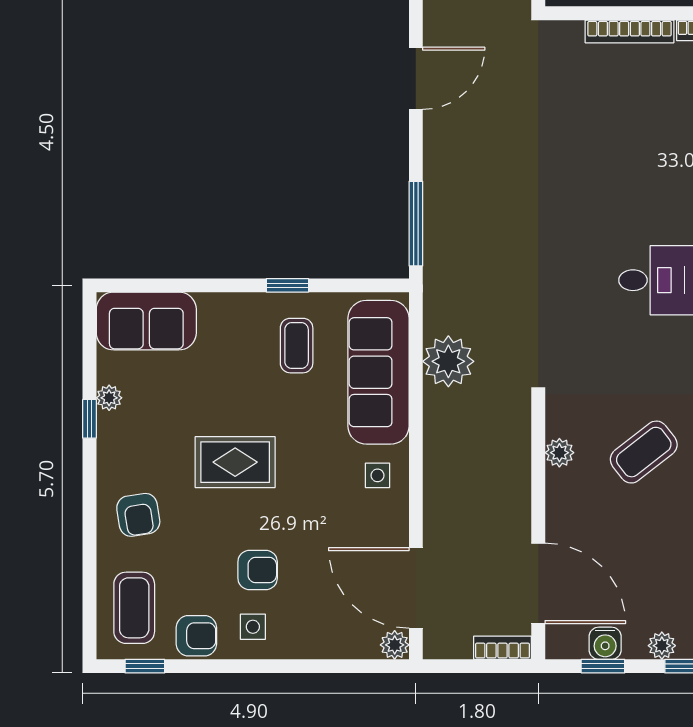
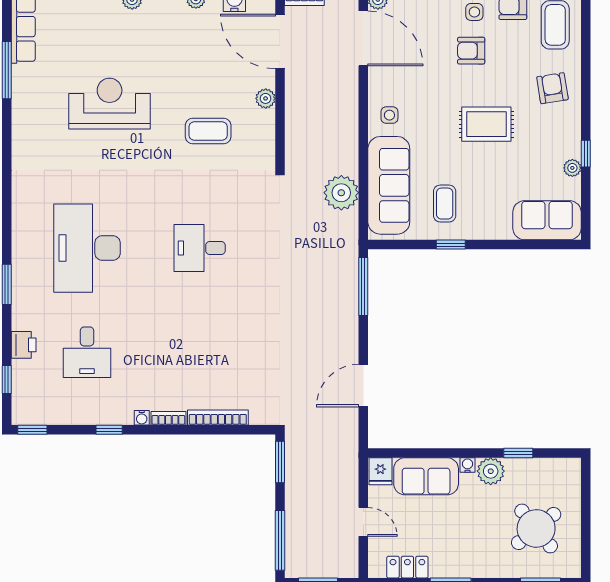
coffee table: (644, 452) -> (208, 131), turned 38
plant: (559, 453) -> (266, 98), moved

